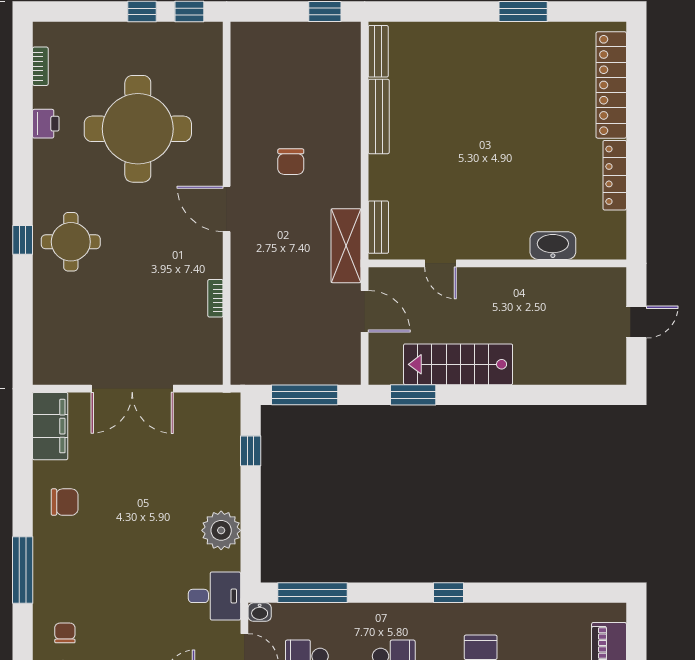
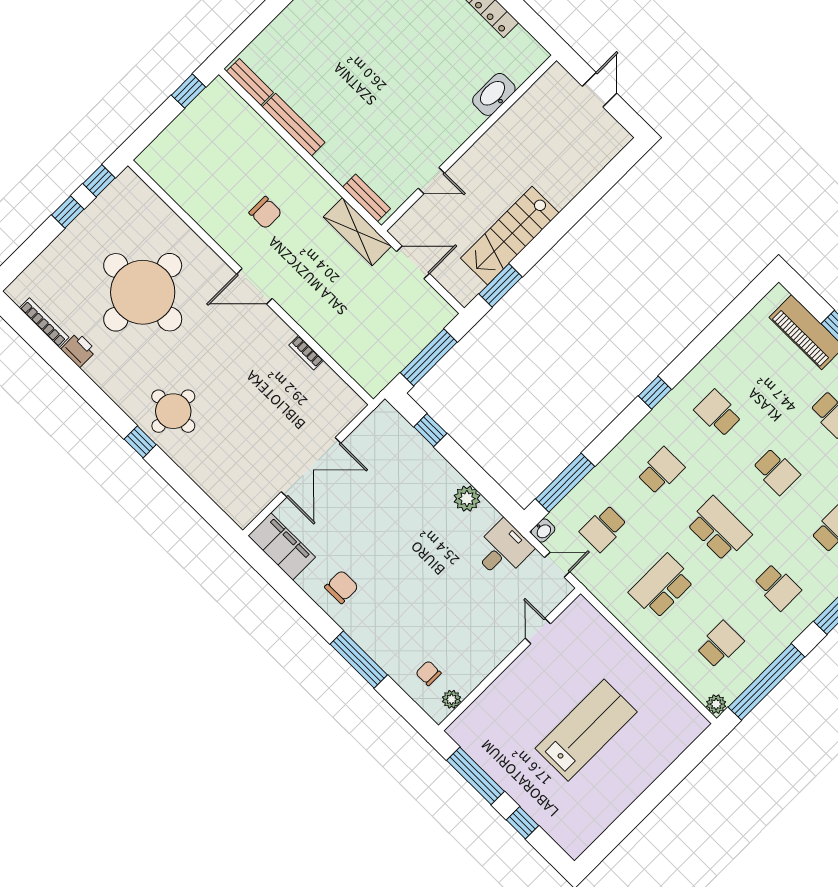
bookcase: (40, 66) -> (44, 323), width x1.56
plant: (221, 530) -> (467, 499), width x0.73, depth x0.73

